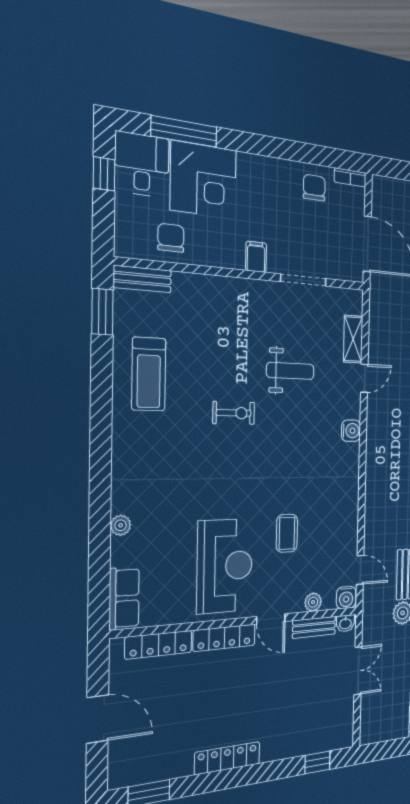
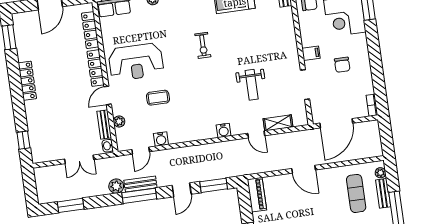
chair: (314, 188) -> (342, 65), moved, turned 90
exercise bike: (234, 413) -> (203, 45), moved
water cooler: (346, 598) -> (161, 139), moved, turned -90

